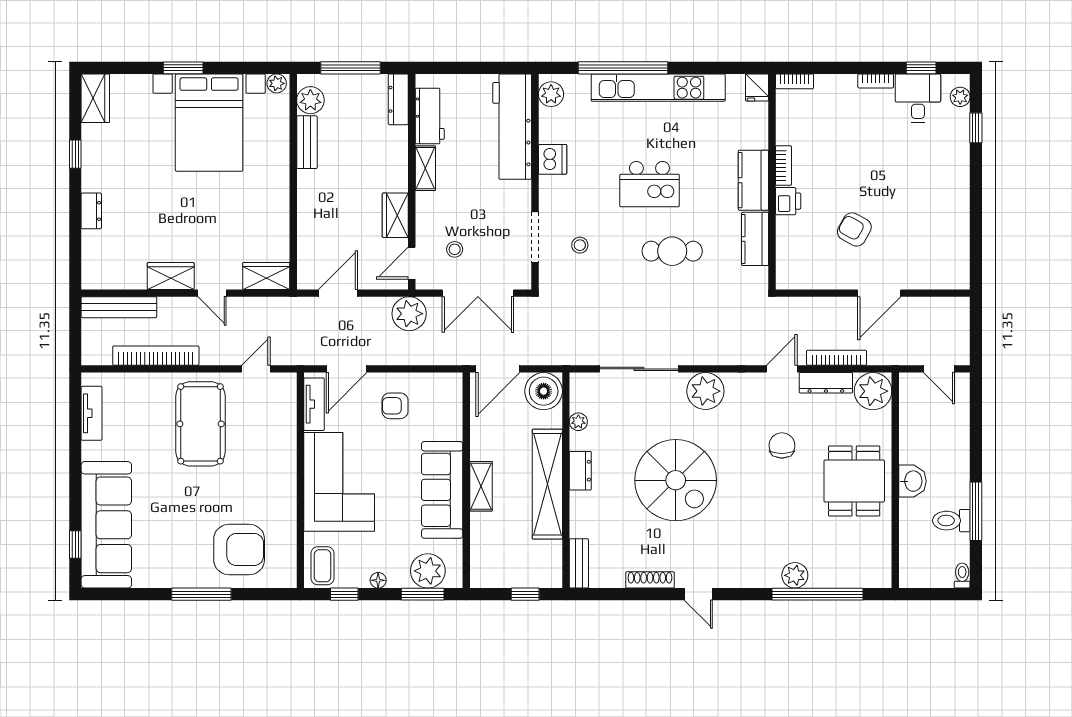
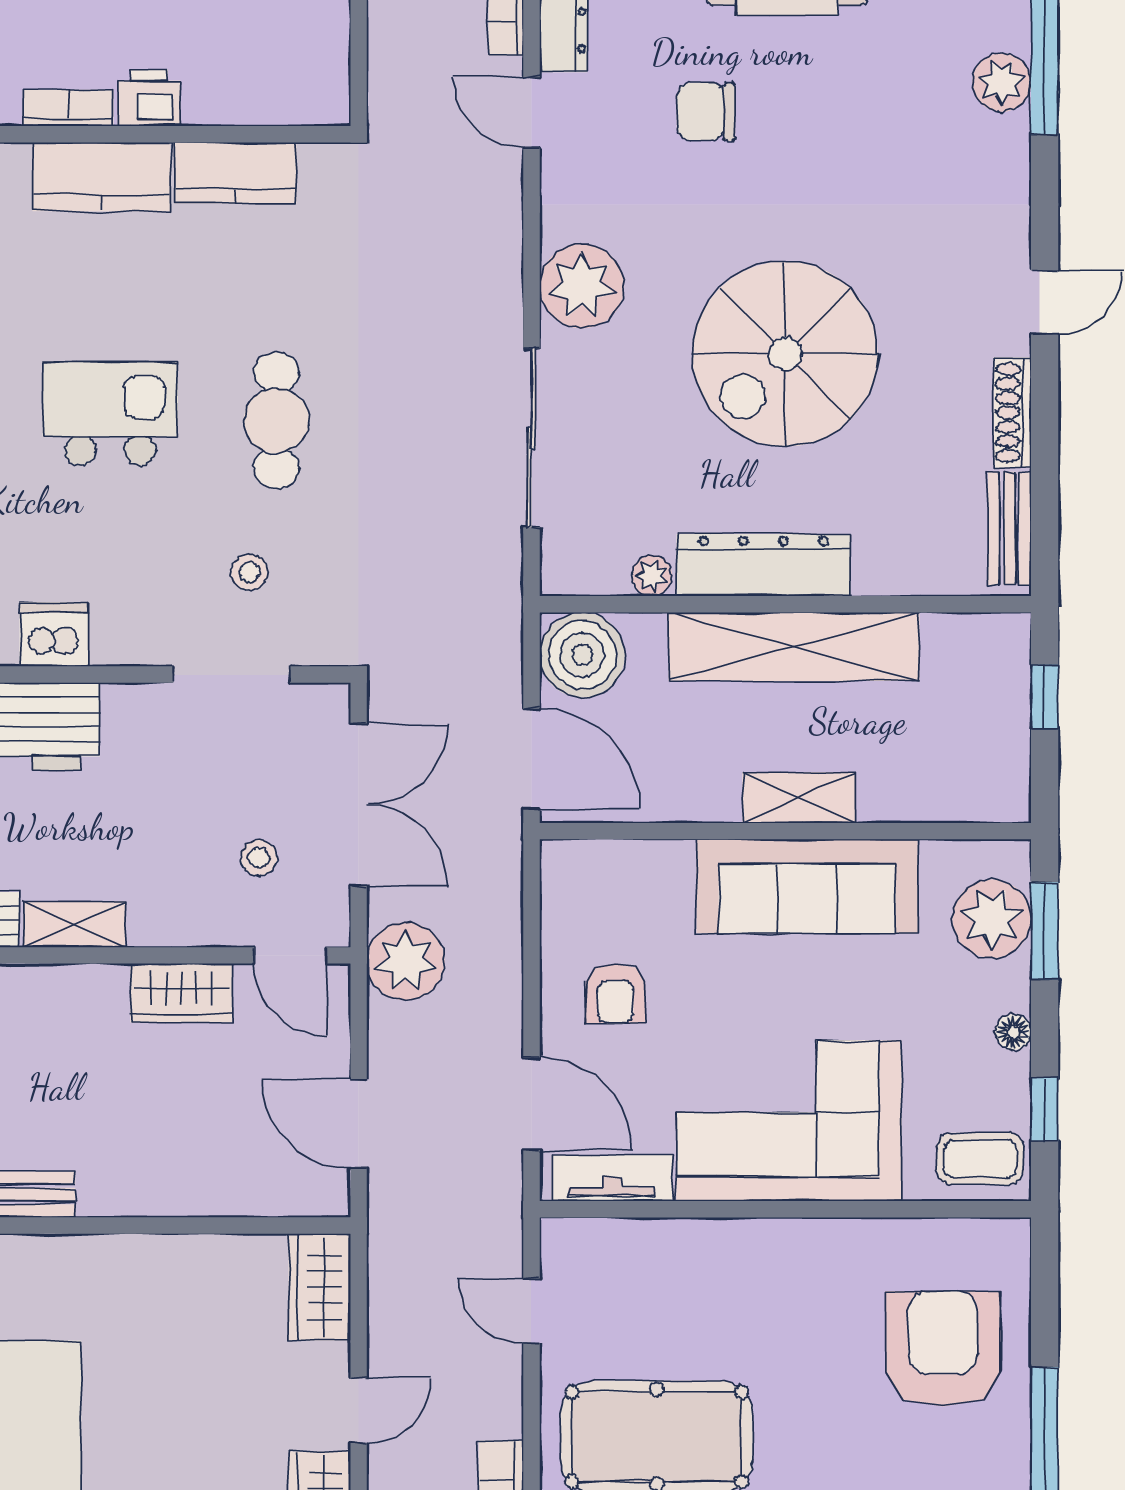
kitchen island: (649, 184) -> (110, 414), turned -90
cafe table: (672, 251) -> (276, 421), moved
dresser: (580, 471) -> (763, 565), width x1.96, depth x1.24
spiral stairs: (676, 480) -> (785, 354), turned 180
bench: (579, 563) -> (1010, 528), moved, turned 90

